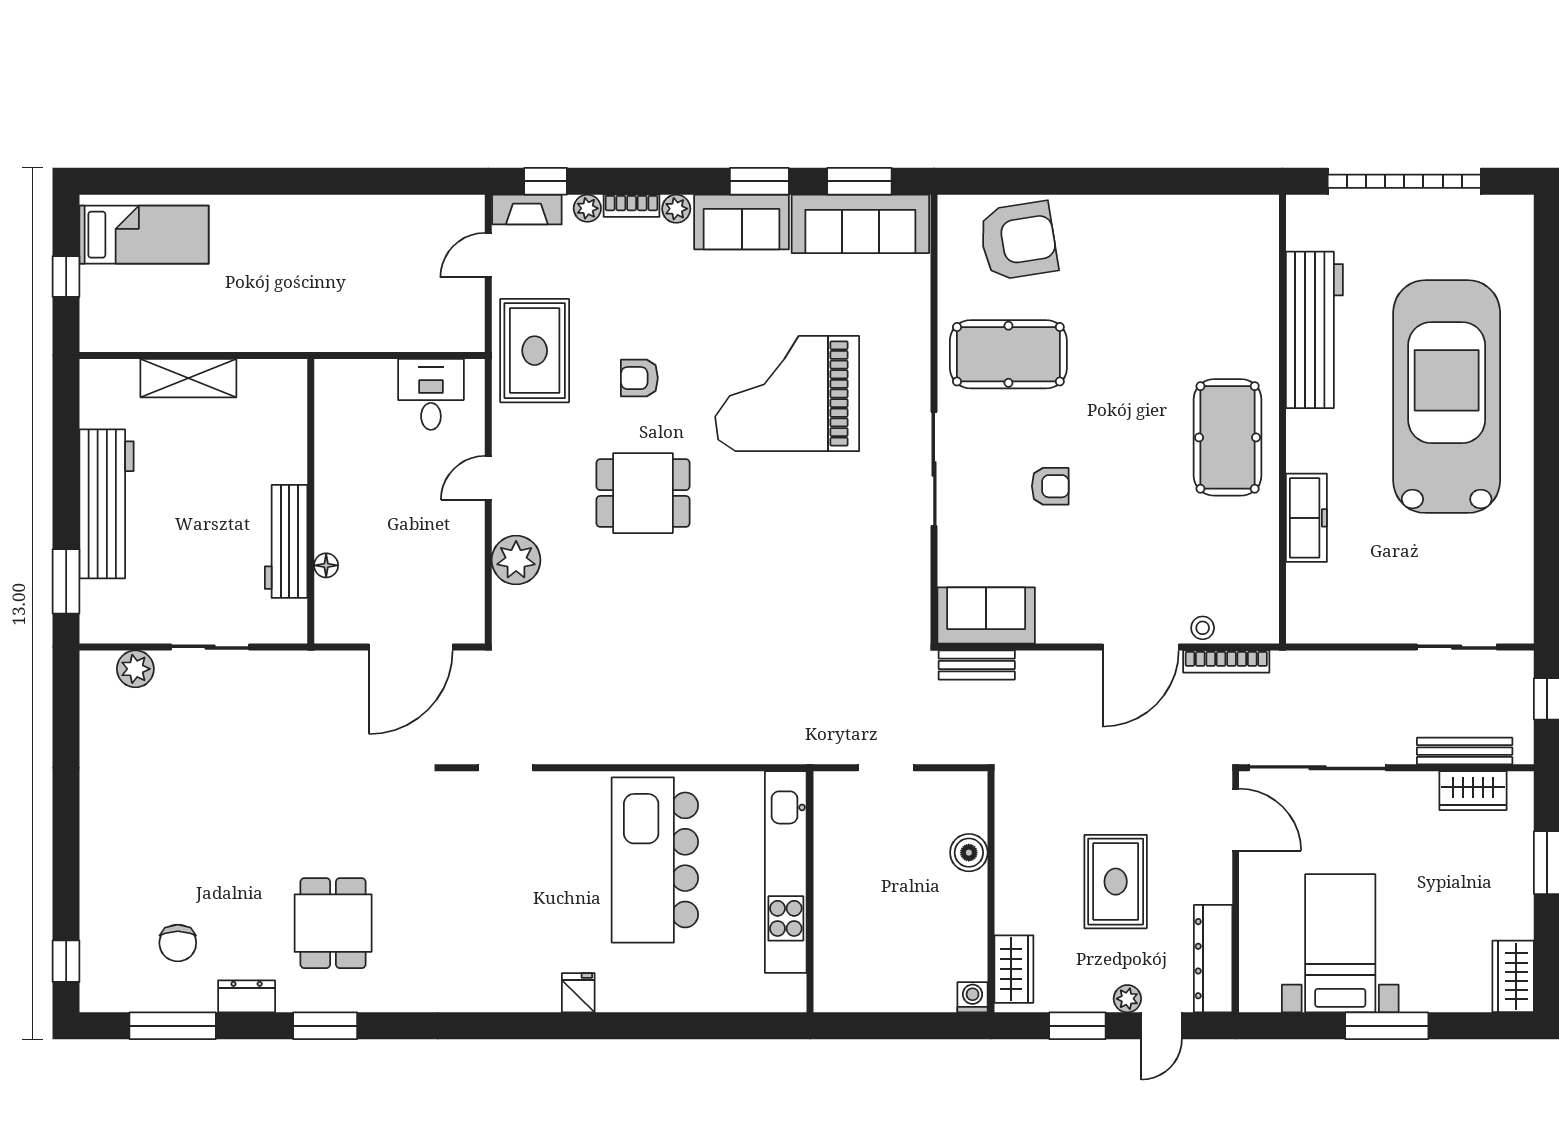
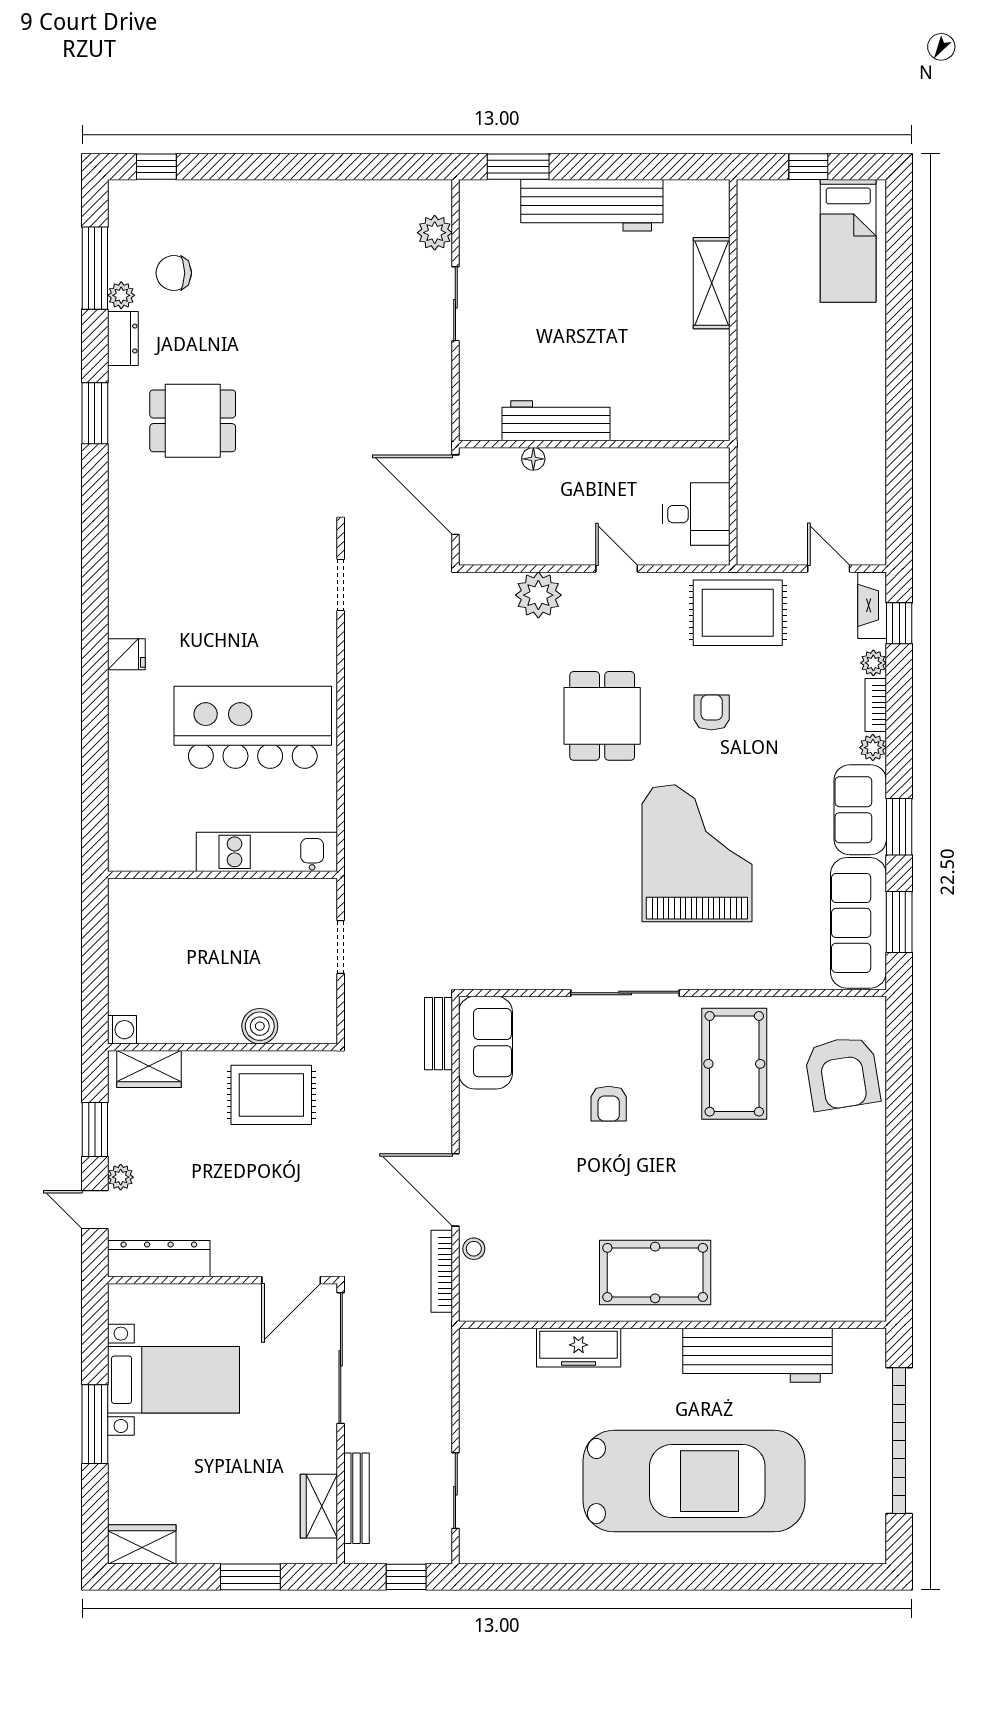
wall: (311, 501) -> (594, 444), moved
workbench: (286, 541) -> (556, 421), moved
floor lamp: (326, 565) -> (533, 459), moved
kitchen unit: (786, 872) -> (267, 852), width x0.73
rug: (1116, 882) -> (271, 1095), moved
plant: (201, 998) -> (121, 295), added

